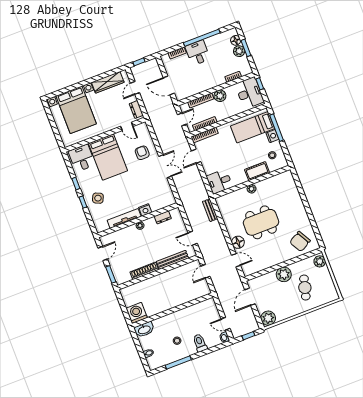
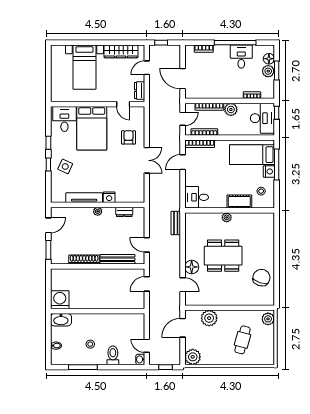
desk: (198, 53) -> (241, 57), moved
bed with nightstands: (76, 110) -> (84, 67), width x0.73
chair: (300, 241) -> (261, 278), moved, turned 137
plant: (284, 274) -> (209, 318), moved

